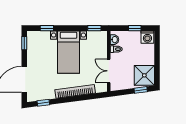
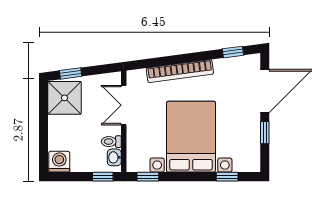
window: (135, 28) -> (103, 177), moved
window: (24, 43) -> (265, 133), moved
bed with nightstands: (69, 52) -> (191, 137), width x1.36
double door: (109, 71) -> (124, 105), swing flipped

